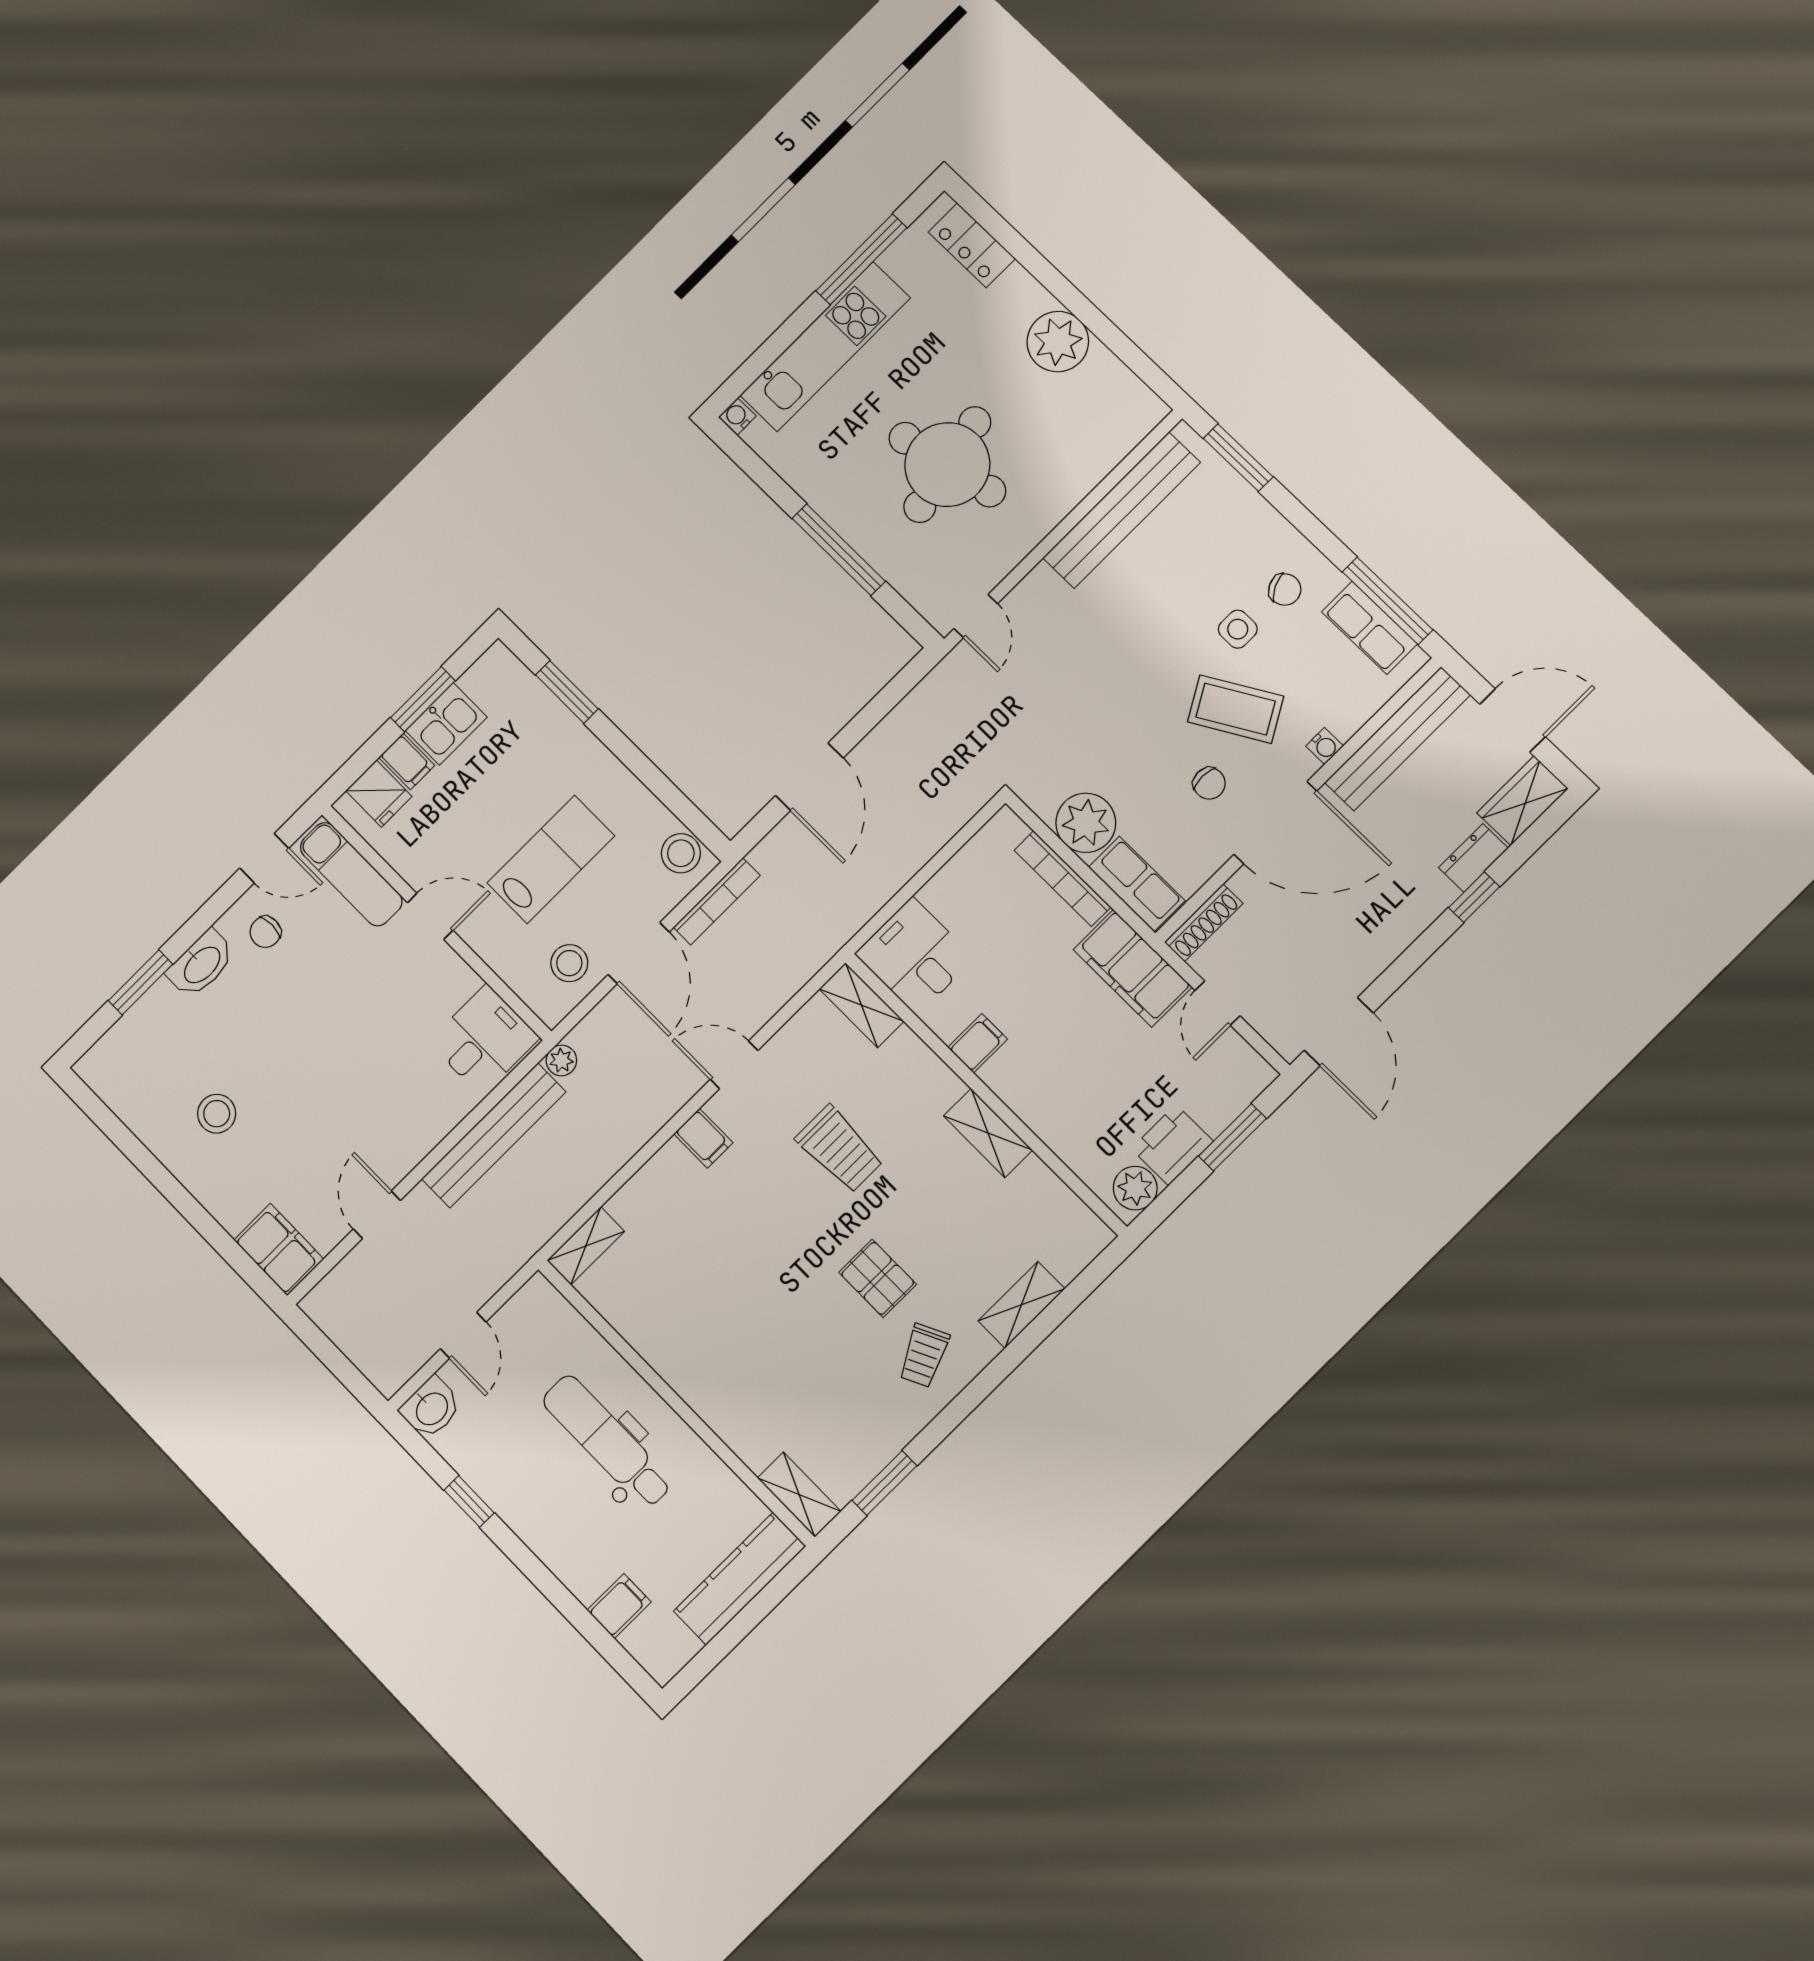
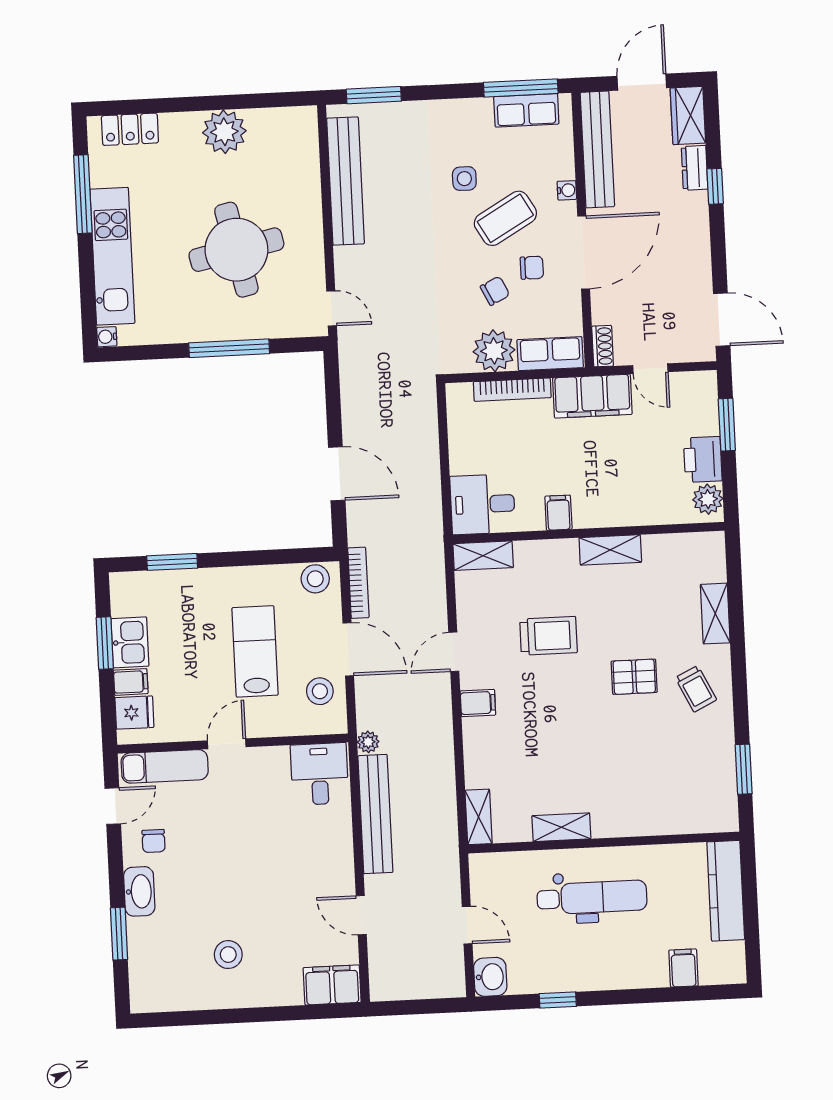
chair: (1285, 589) -> (495, 291), moved
shoe rack: (1204, 923) -> (603, 346), width x0.70
dental chair: (607, 1441) -> (592, 897), turned 180
shelving: (799, 1495) -> (561, 827), moved

